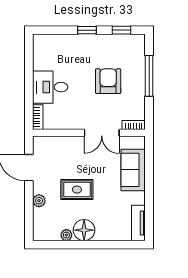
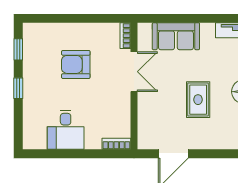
window: (149, 76) -> (70, 18), removed
desk: (50, 87) -> (66, 130), moved
plant: (39, 201) -> (211, 142), removed

